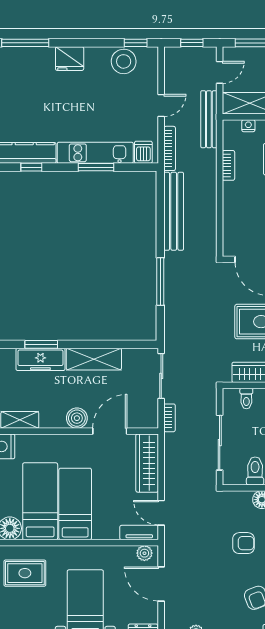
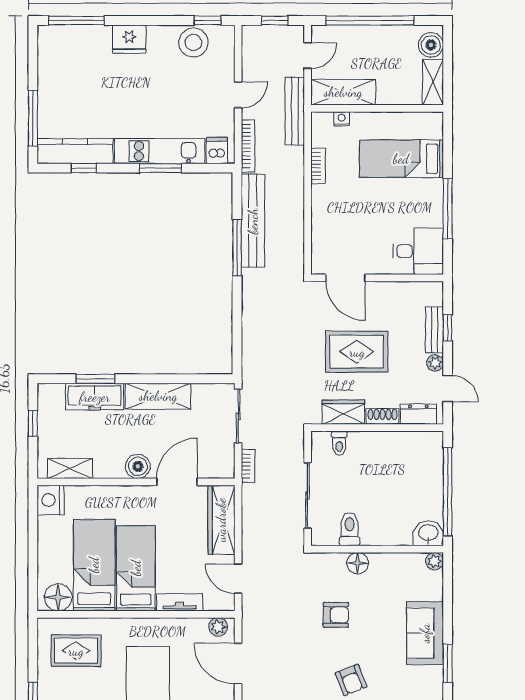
window: (160, 281) -> (237, 248), moved
tv unit: (139, 533) -> (180, 602), moved

